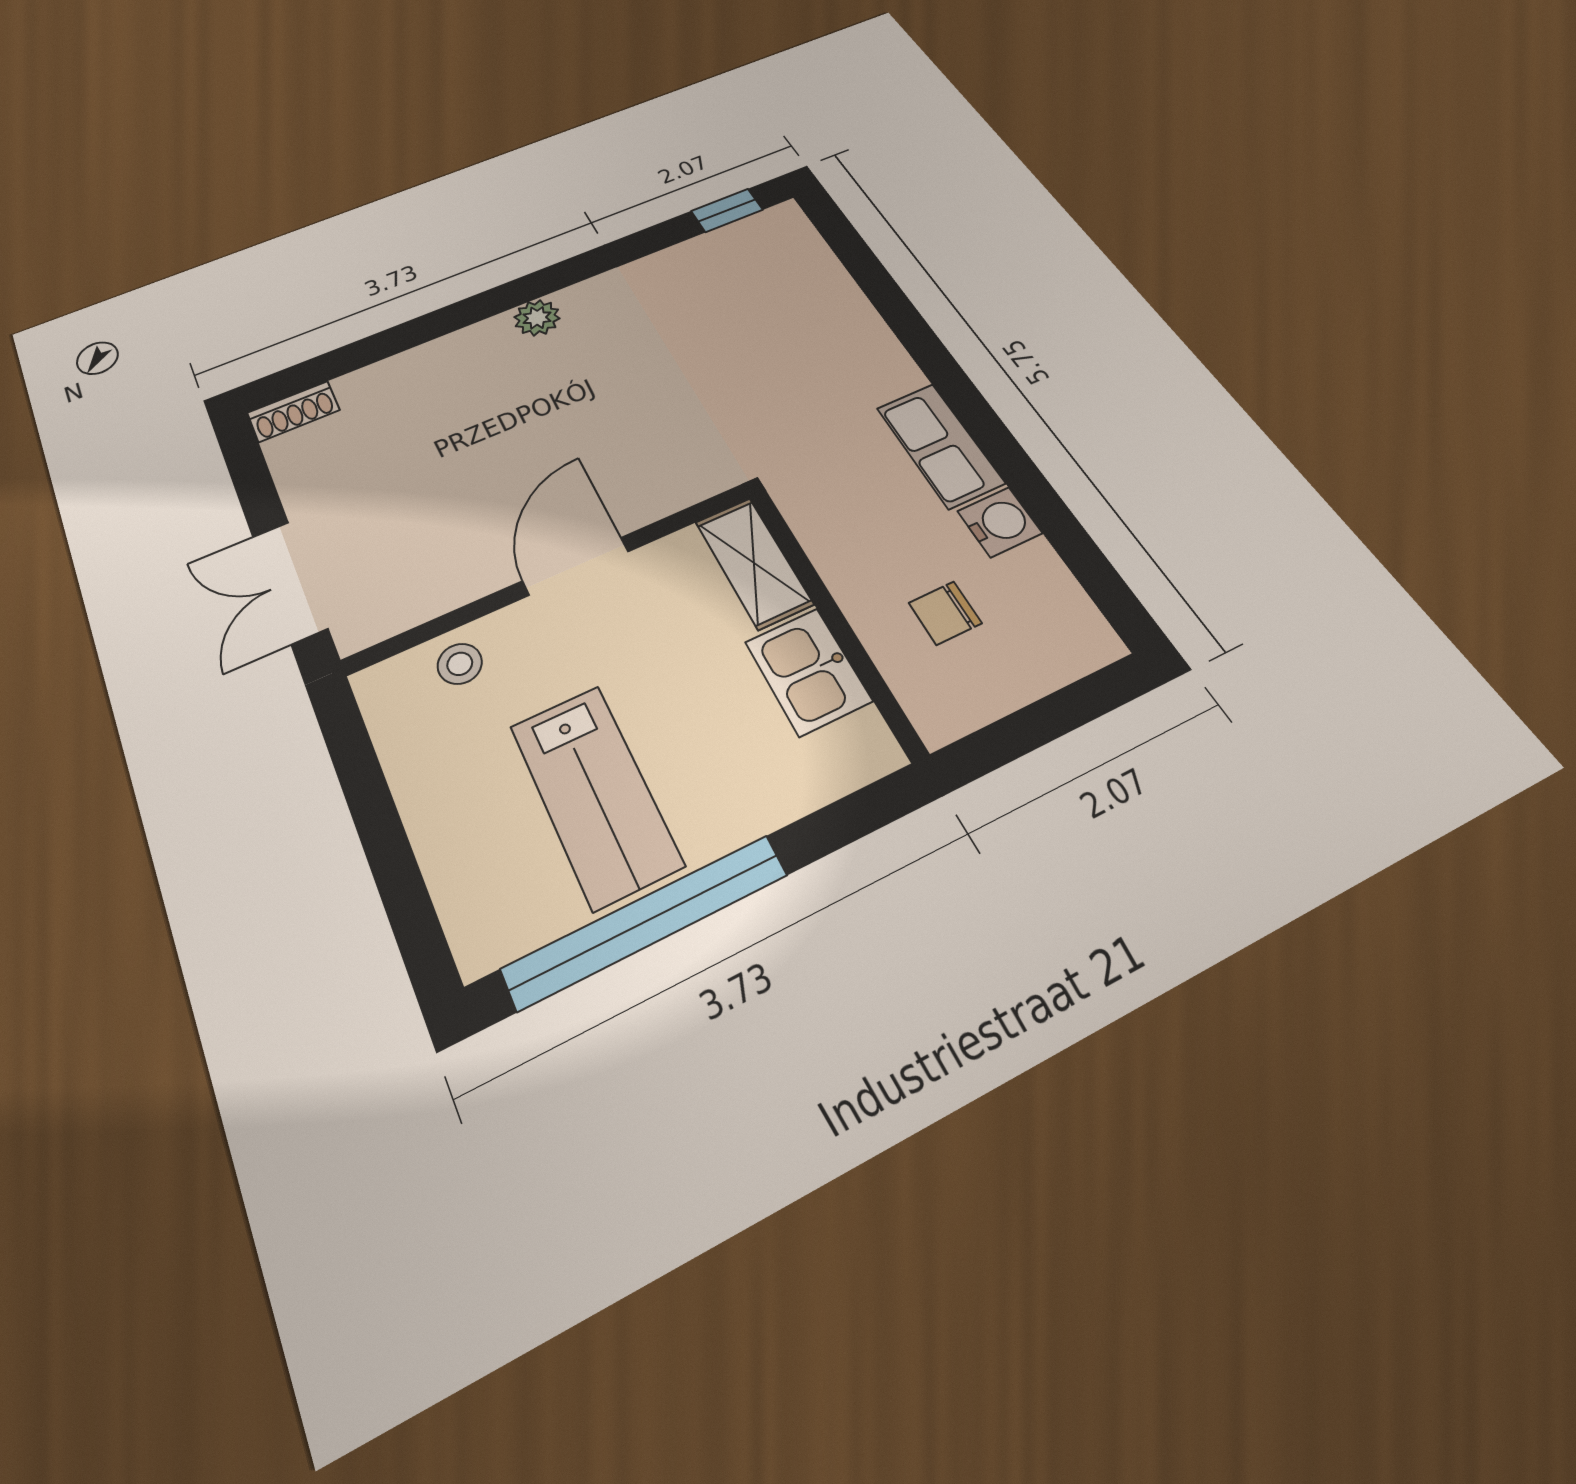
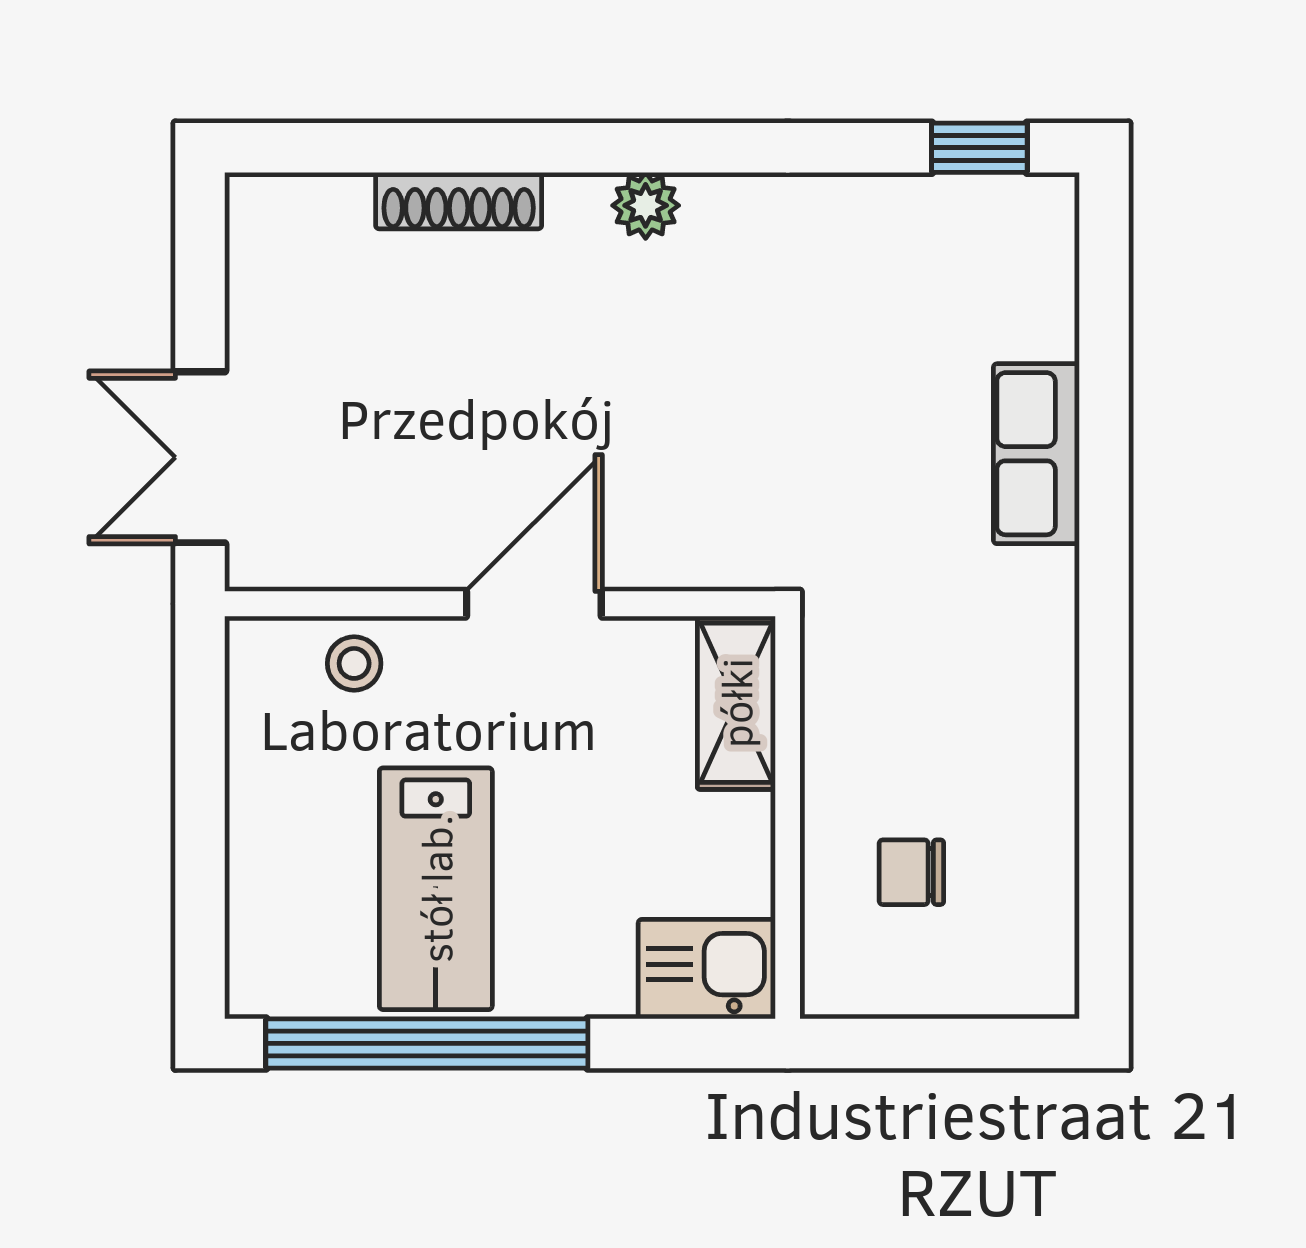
shoe rack: (293, 411) -> (459, 201), moved, width x1.43
row of seats: (940, 445) -> (1036, 454), moved
water cooler: (1000, 522) -> (1041, 794), removed
kitchen sink: (808, 671) -> (707, 969), moved, turned 90

